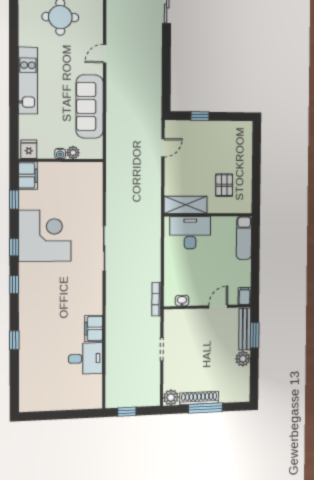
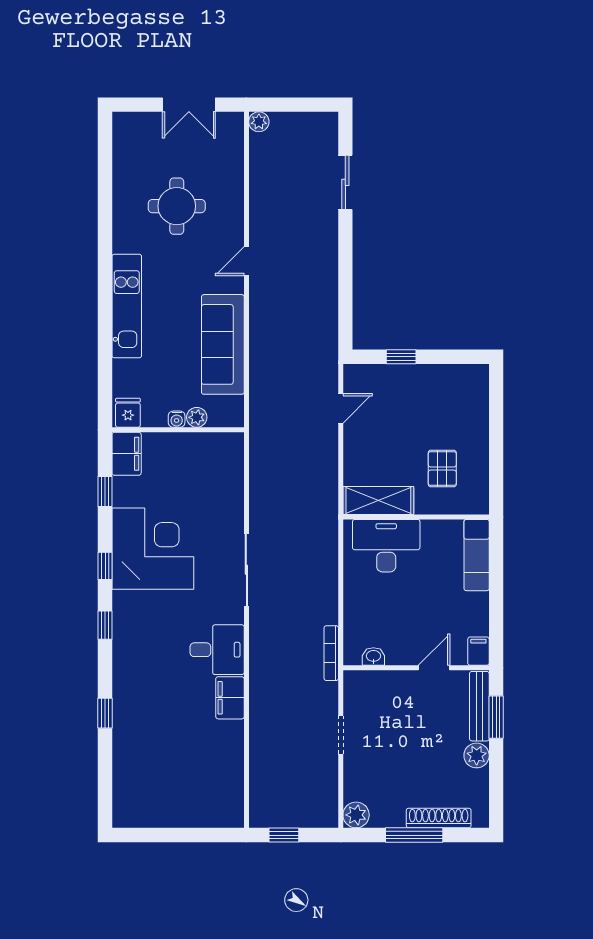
desk: (86, 359) -> (217, 650), moved
shoe rack: (199, 398) -> (439, 818), moved

